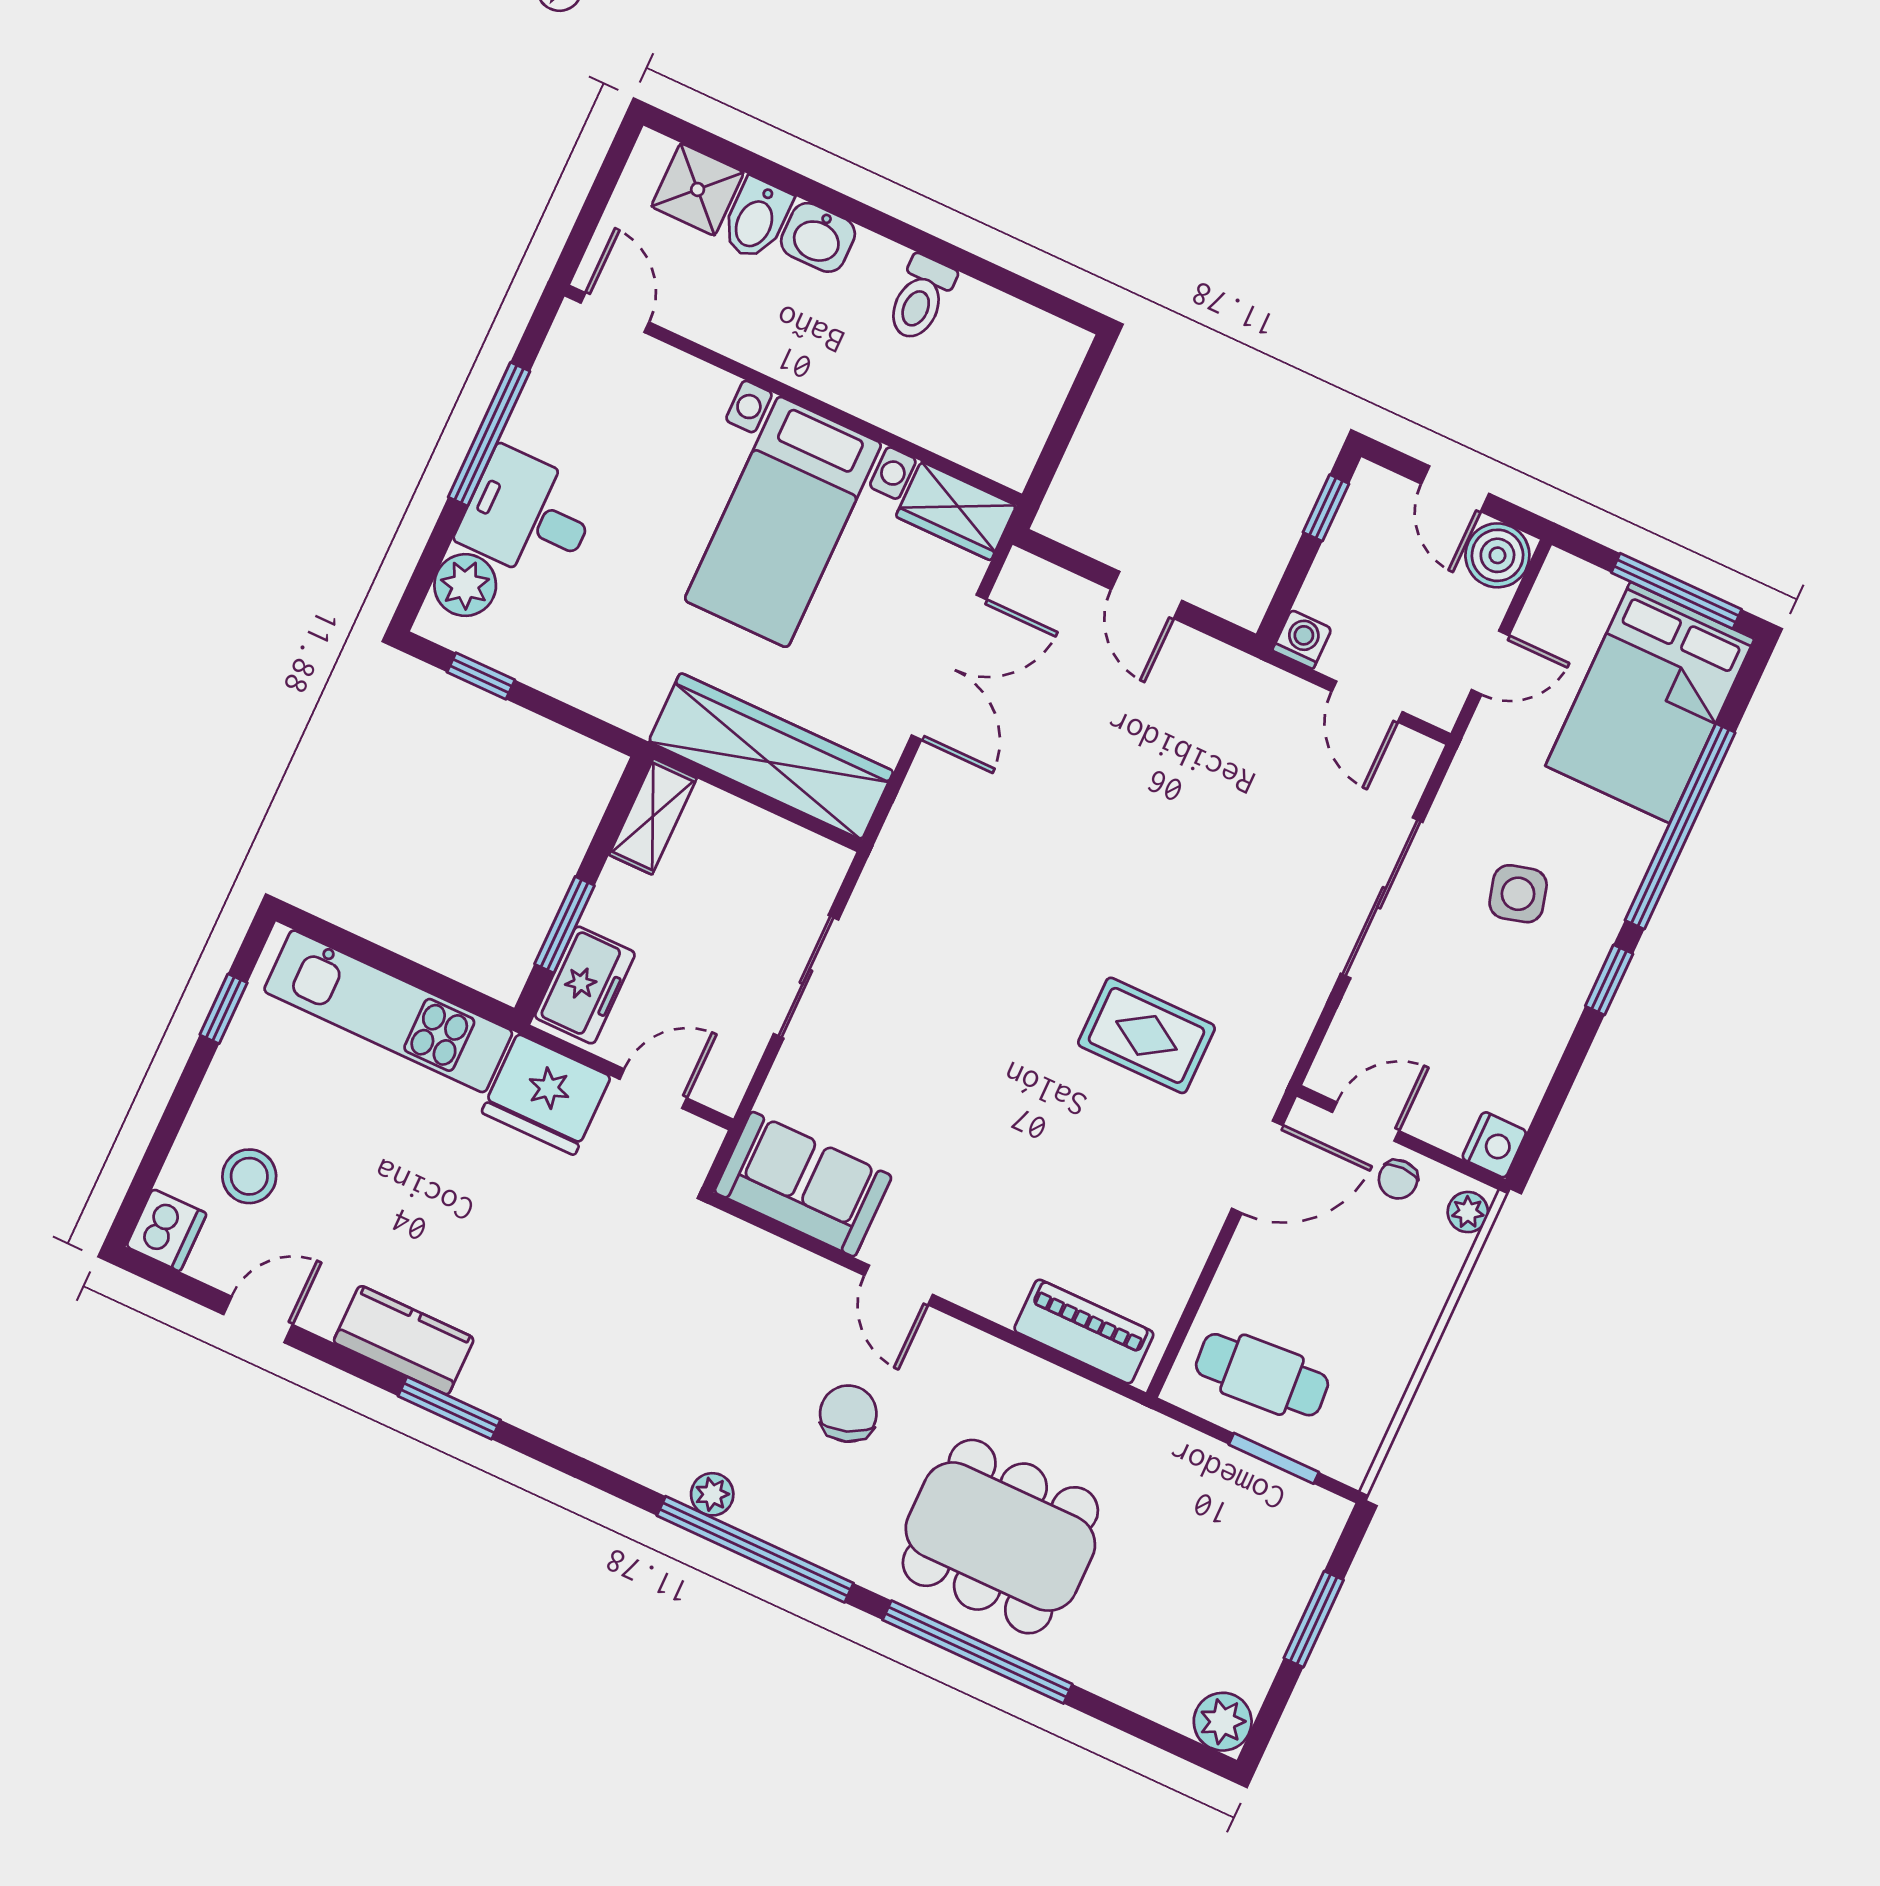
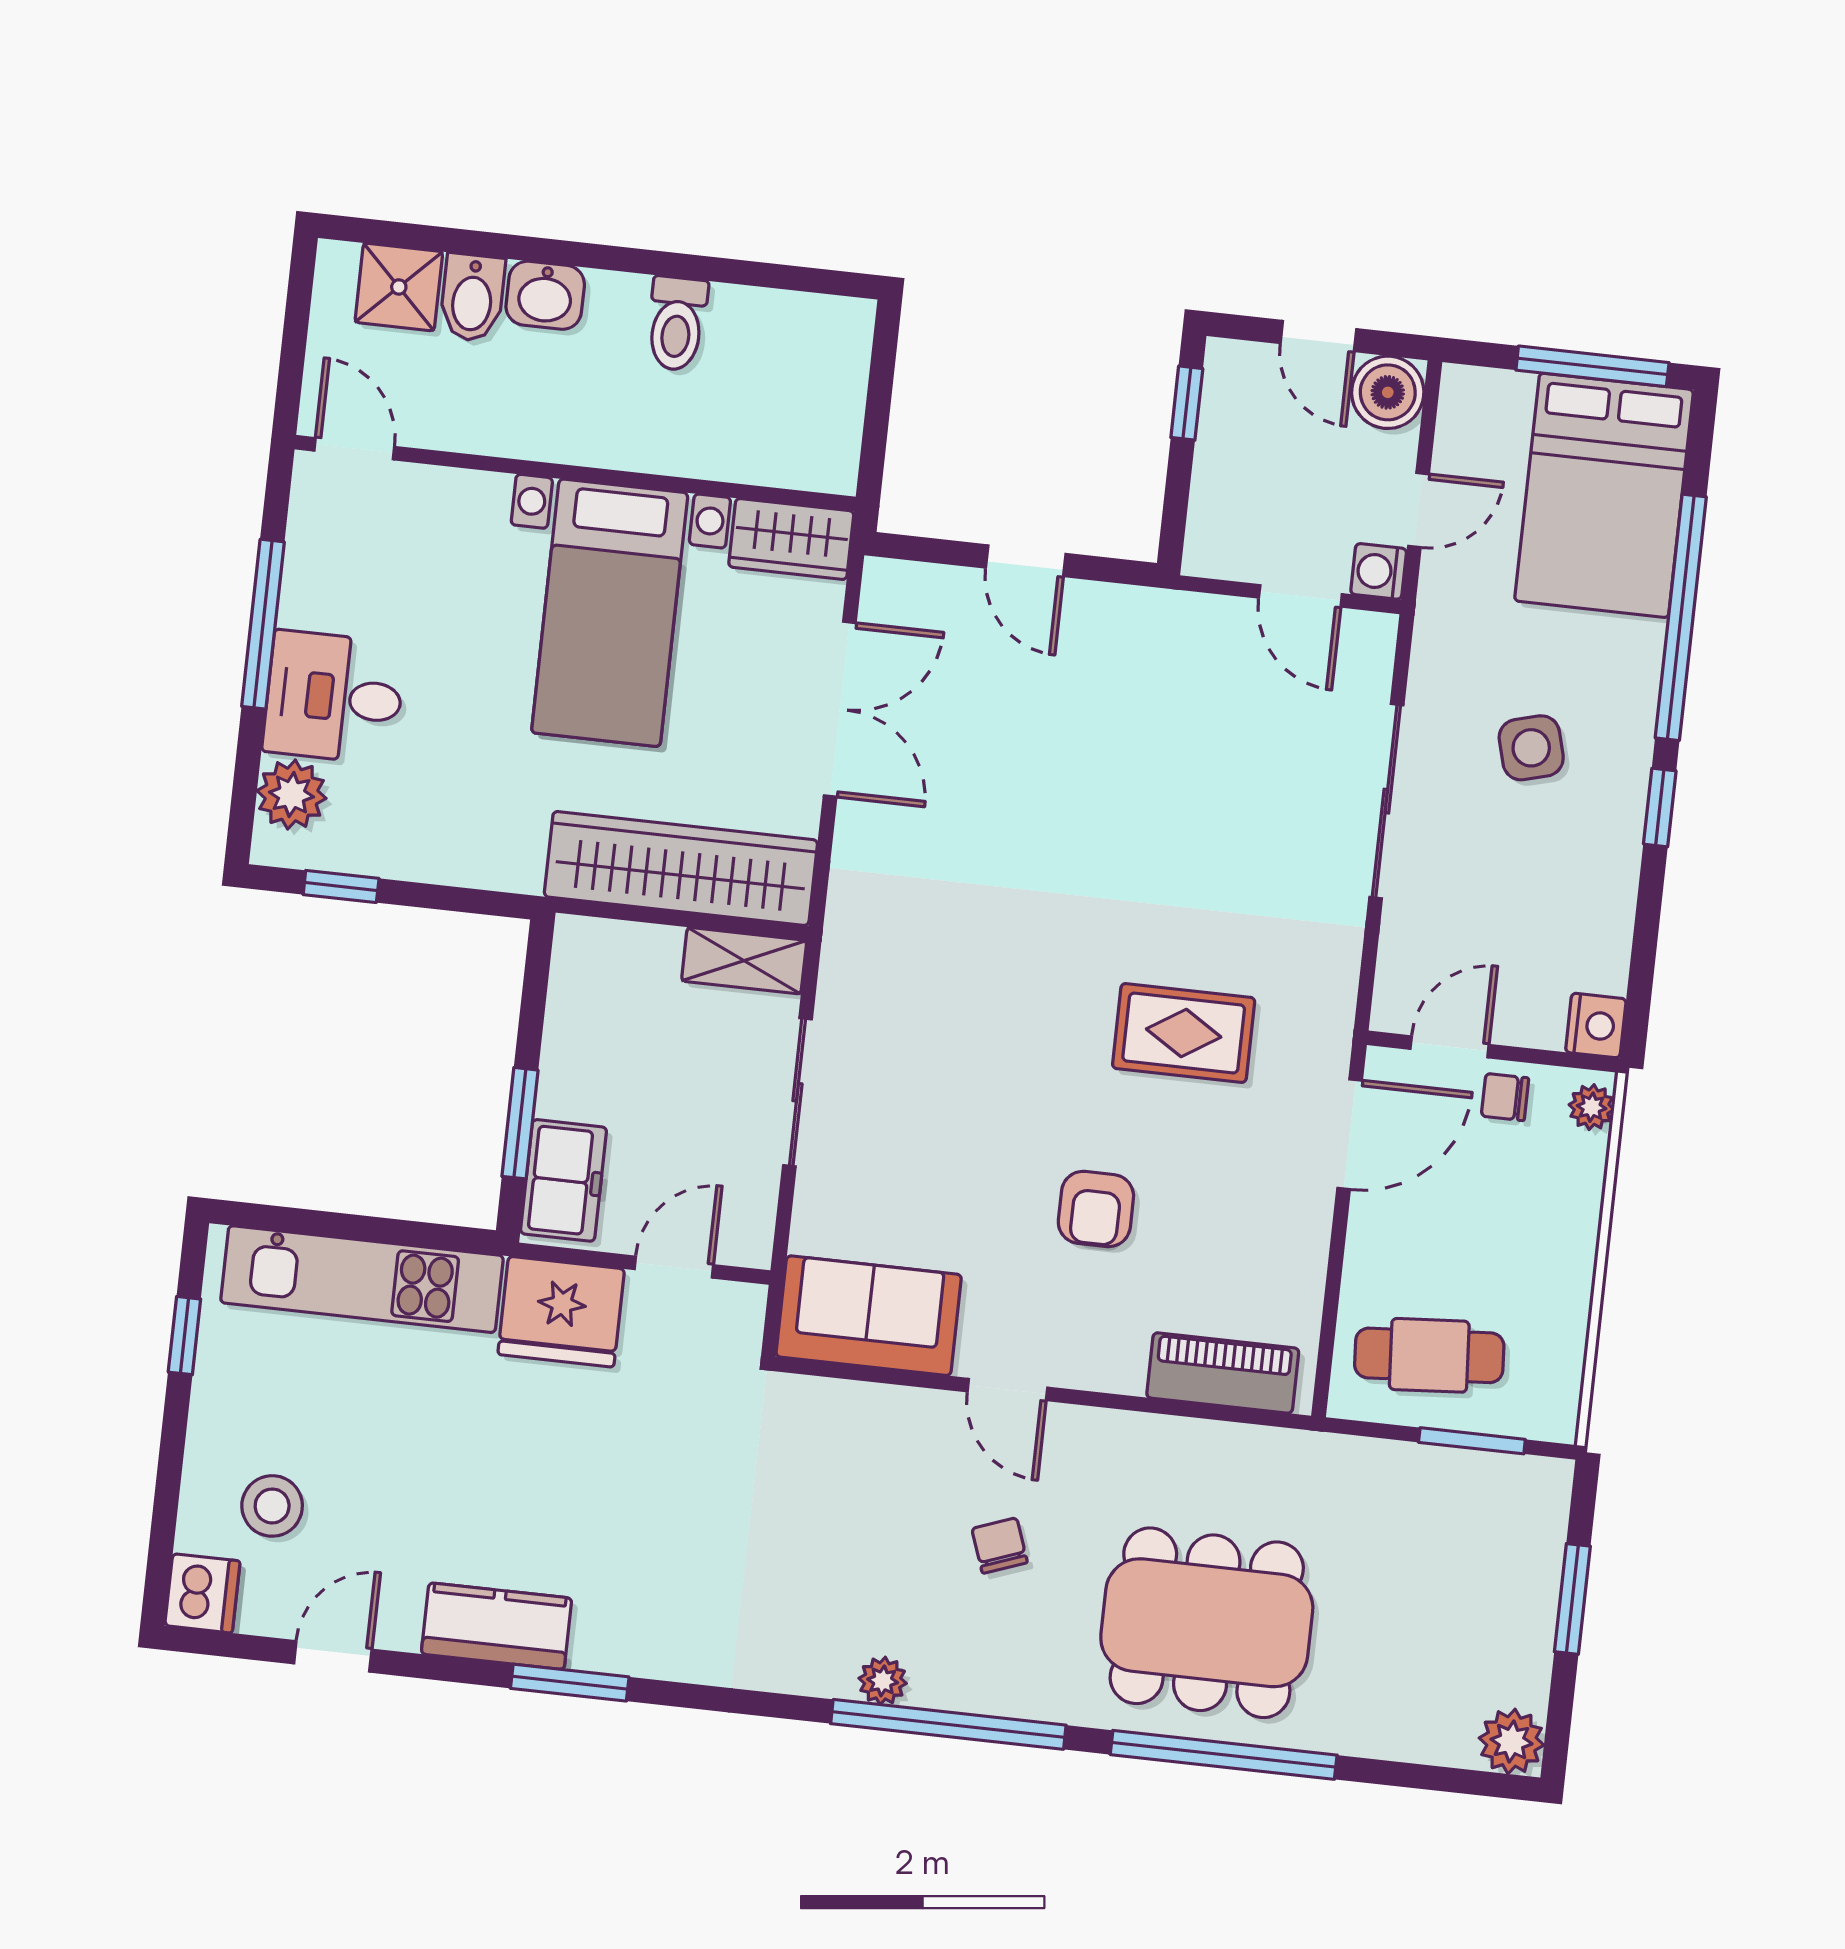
washing machine: (1302, 639) -> (1379, 571), moved, turned -90
shelving: (653, 816) -> (744, 961), moved, turned 90
armchair: (1024, 1158) -> (1096, 1209), added
chair: (1398, 1179) -> (1505, 1097), turned 90
chair: (848, 1414) -> (1000, 1546), width x0.73, depth x0.73

